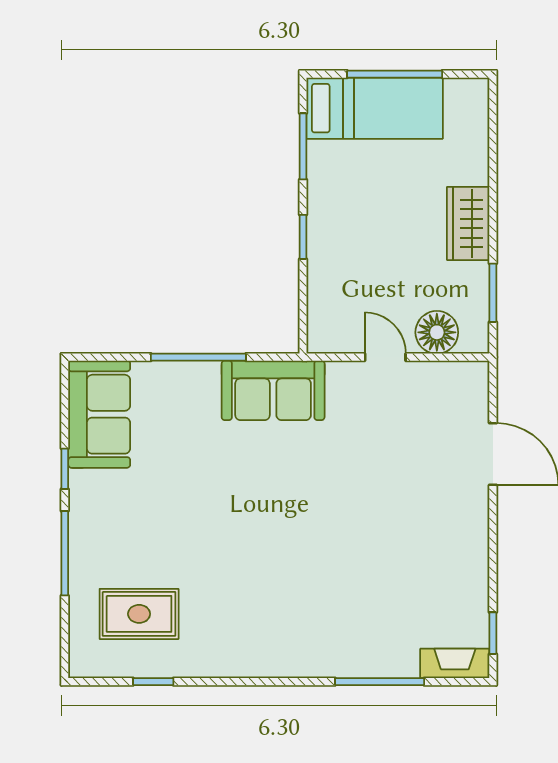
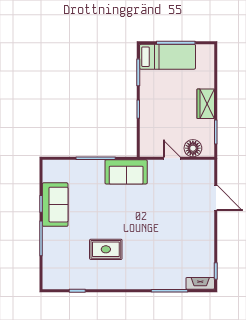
sofa: (99, 414) -> (55, 205), moved
rug: (139, 614) -> (106, 249), moved

